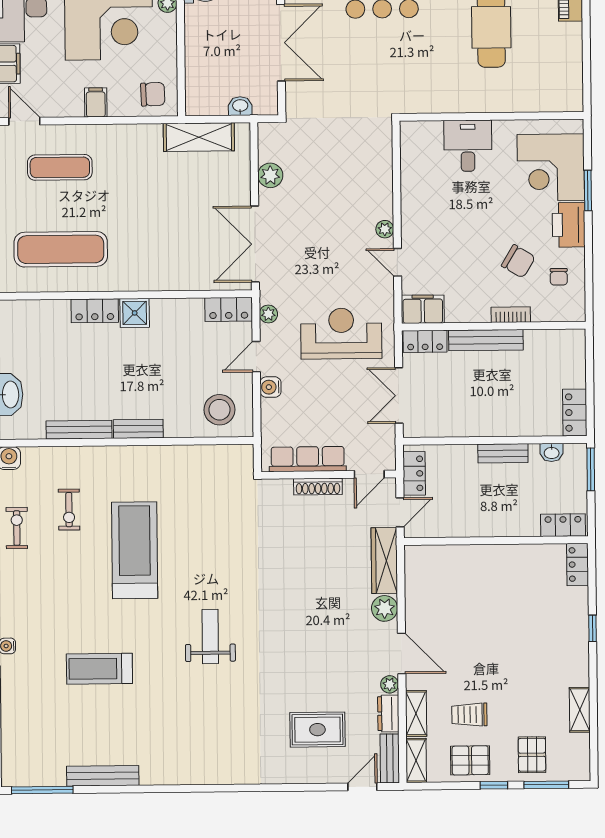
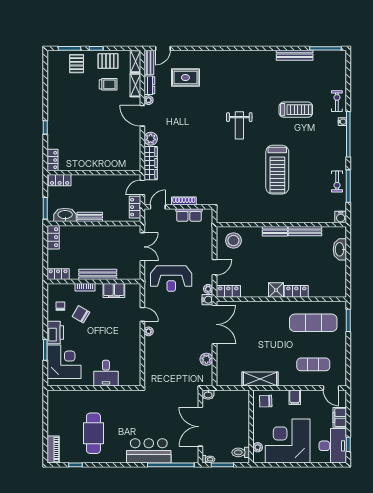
washbasin: (240, 106) -> (208, 395), moved
shelving: (199, 137) -> (260, 379), moved
filing cabinet: (423, 309) -> (114, 290), moved
locker: (425, 341) -> (58, 274), moved
water cooler: (270, 387) -> (207, 300), moved
washbasin: (552, 452) -> (65, 215), width x1.91, depth x1.45
row of seats: (308, 459) -> (189, 215), width x0.68
exercise bike: (69, 510) -> (337, 101), moved
shelving: (580, 710) -> (52, 86), removed

